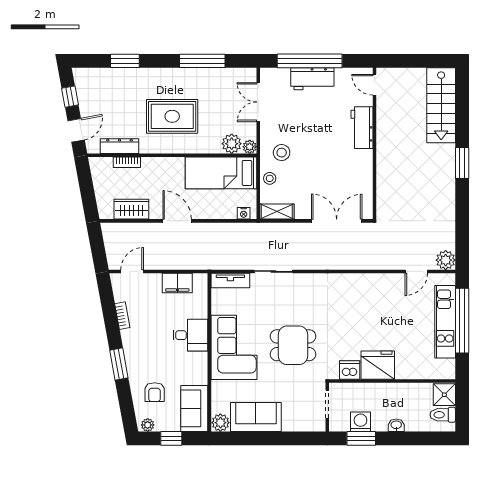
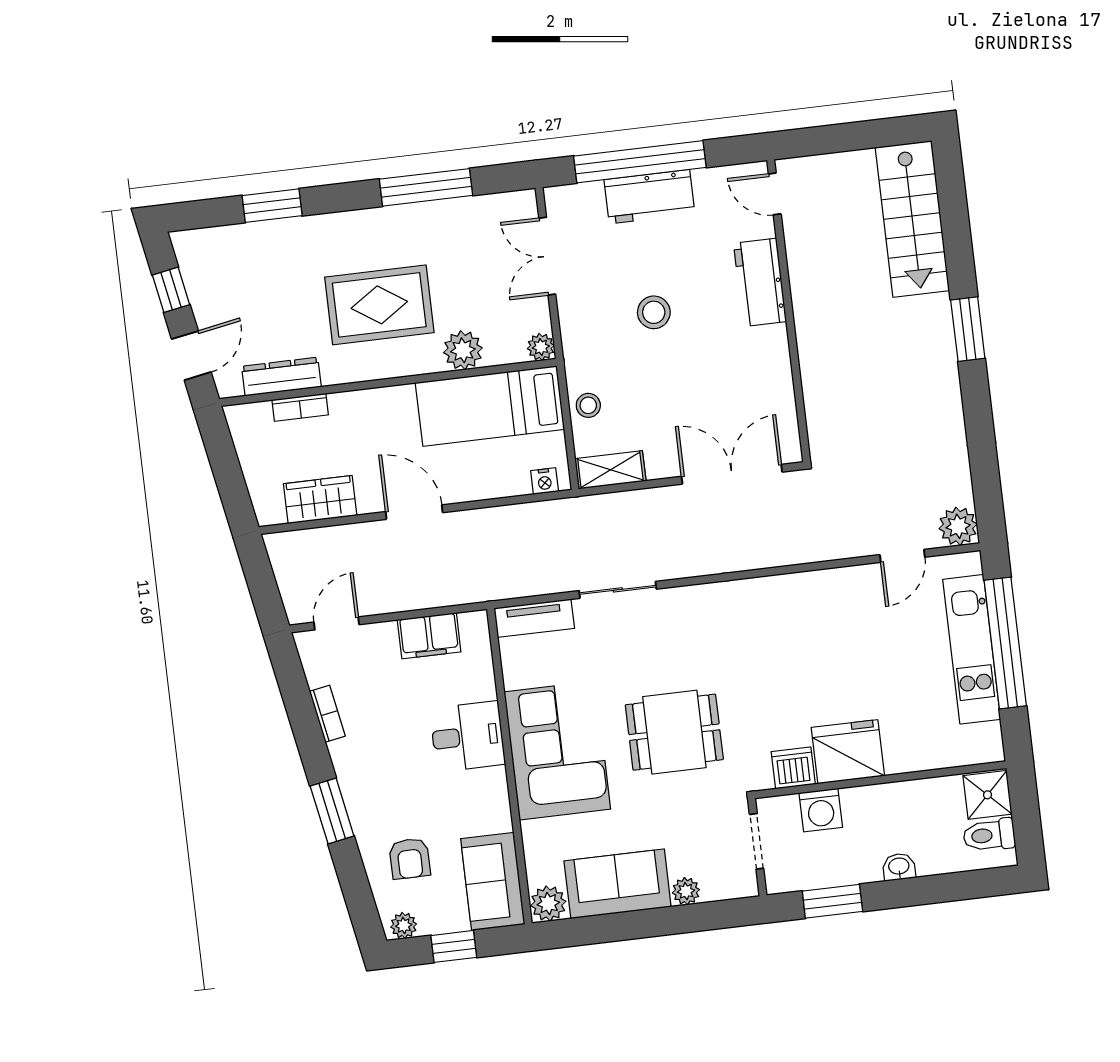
plant: (232, 144) -> (463, 350), moved
stool: (282, 153) -> (654, 312), moved
washing machine: (360, 422) -> (821, 810), moved, turned 180
plant: (289, 425) -> (686, 891), added

